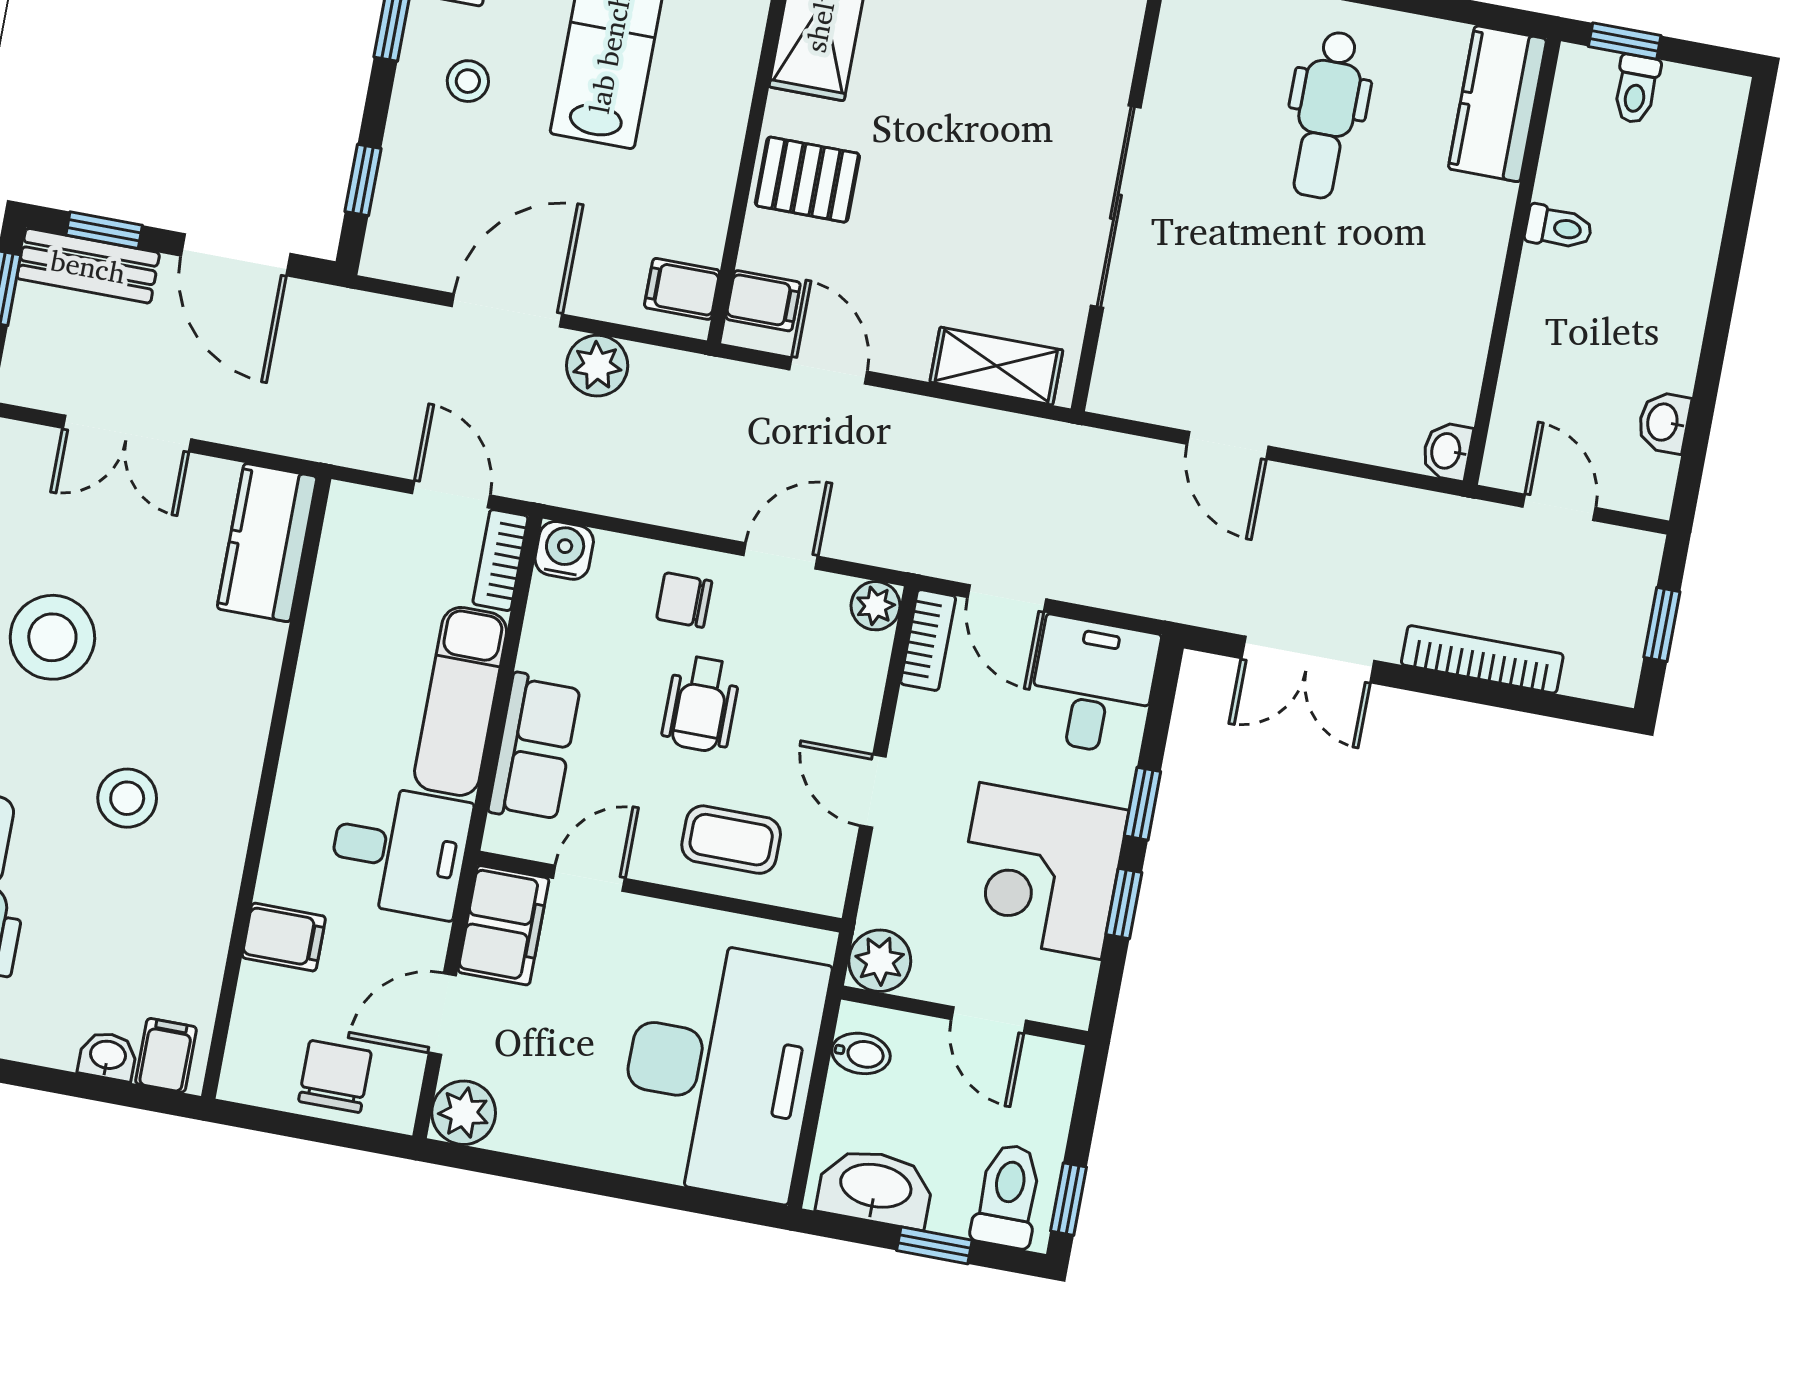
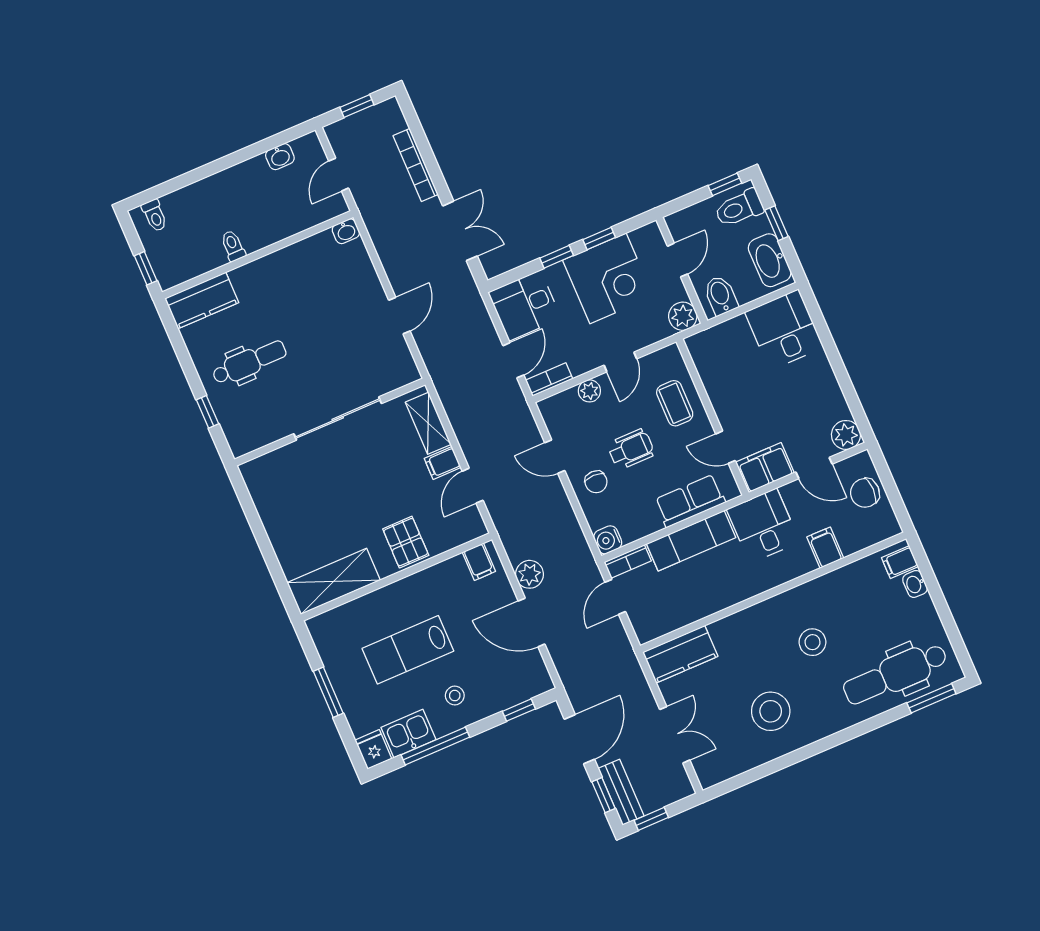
toilet: (1636, 89) -> (155, 215), moved, turned 90
filing cabinet: (763, 301) -> (443, 463), moved, turned -90
plant: (876, 606) -> (589, 391), moved
bidet: (861, 1053) -> (721, 295), width x1.38, depth x1.36
desk: (721, 1069) -> (784, 330), width x0.53, depth x0.77

